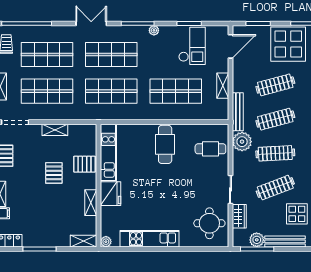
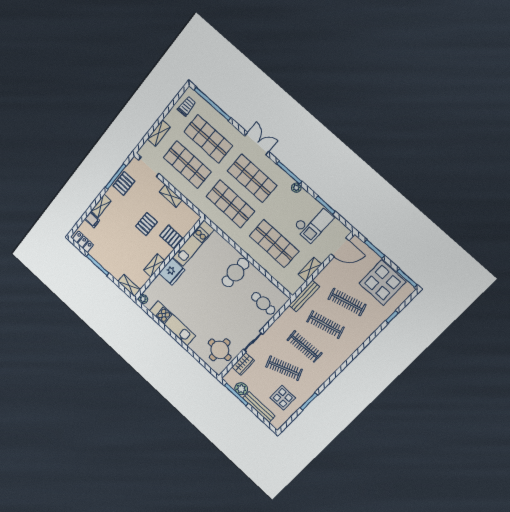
plant: (242, 142) -> (289, 318), removed

